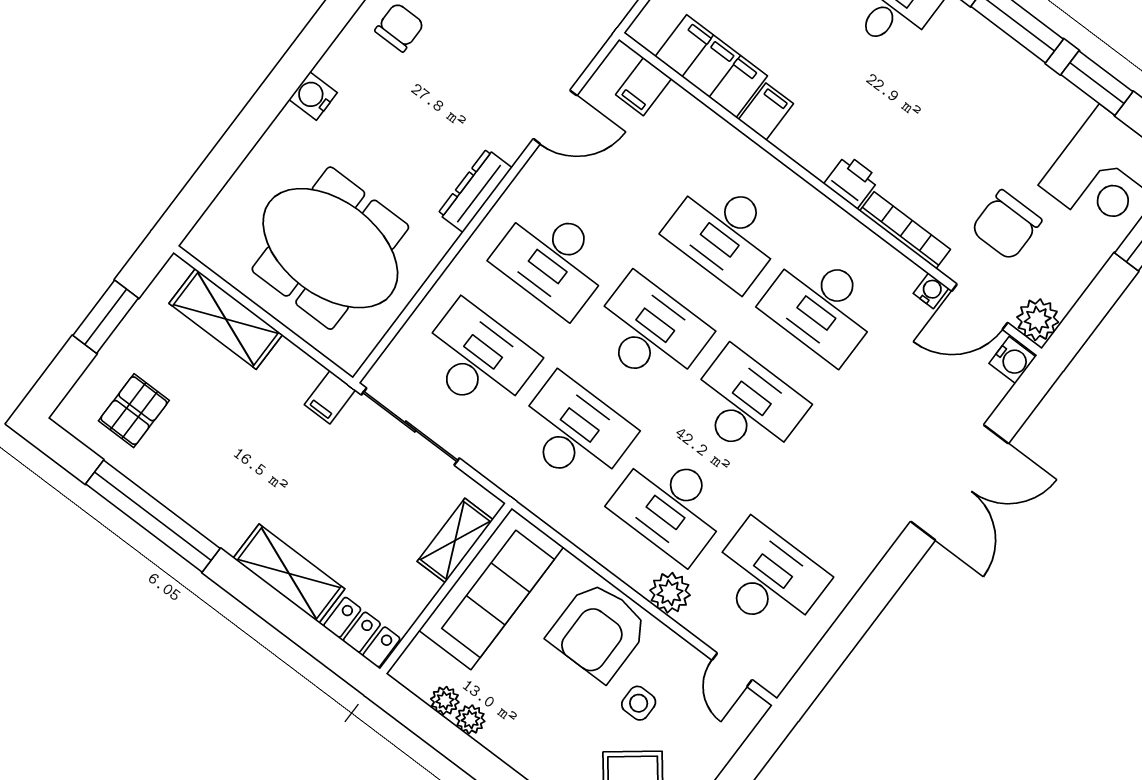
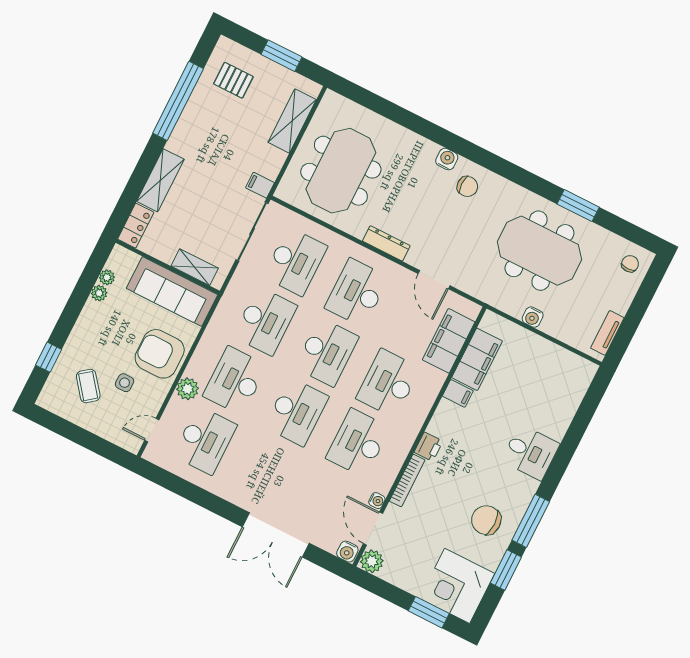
filing cabinet: (644, 87) -> (449, 341), width x3.00, depth x1.17
water cooler: (313, 96) -> (447, 159), moved
chair: (1006, 225) -> (486, 520), moved

